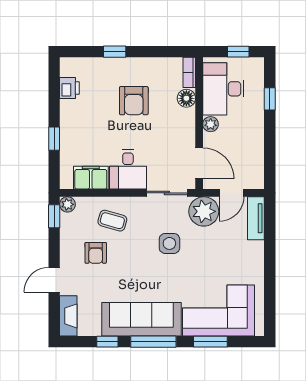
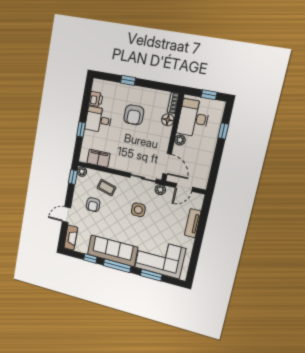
desk: (128, 169) -> (98, 120), moved, turned 90
plant: (204, 211) -> (160, 190), width x0.53, depth x0.53
tv unit: (256, 218) -> (193, 223), moved

